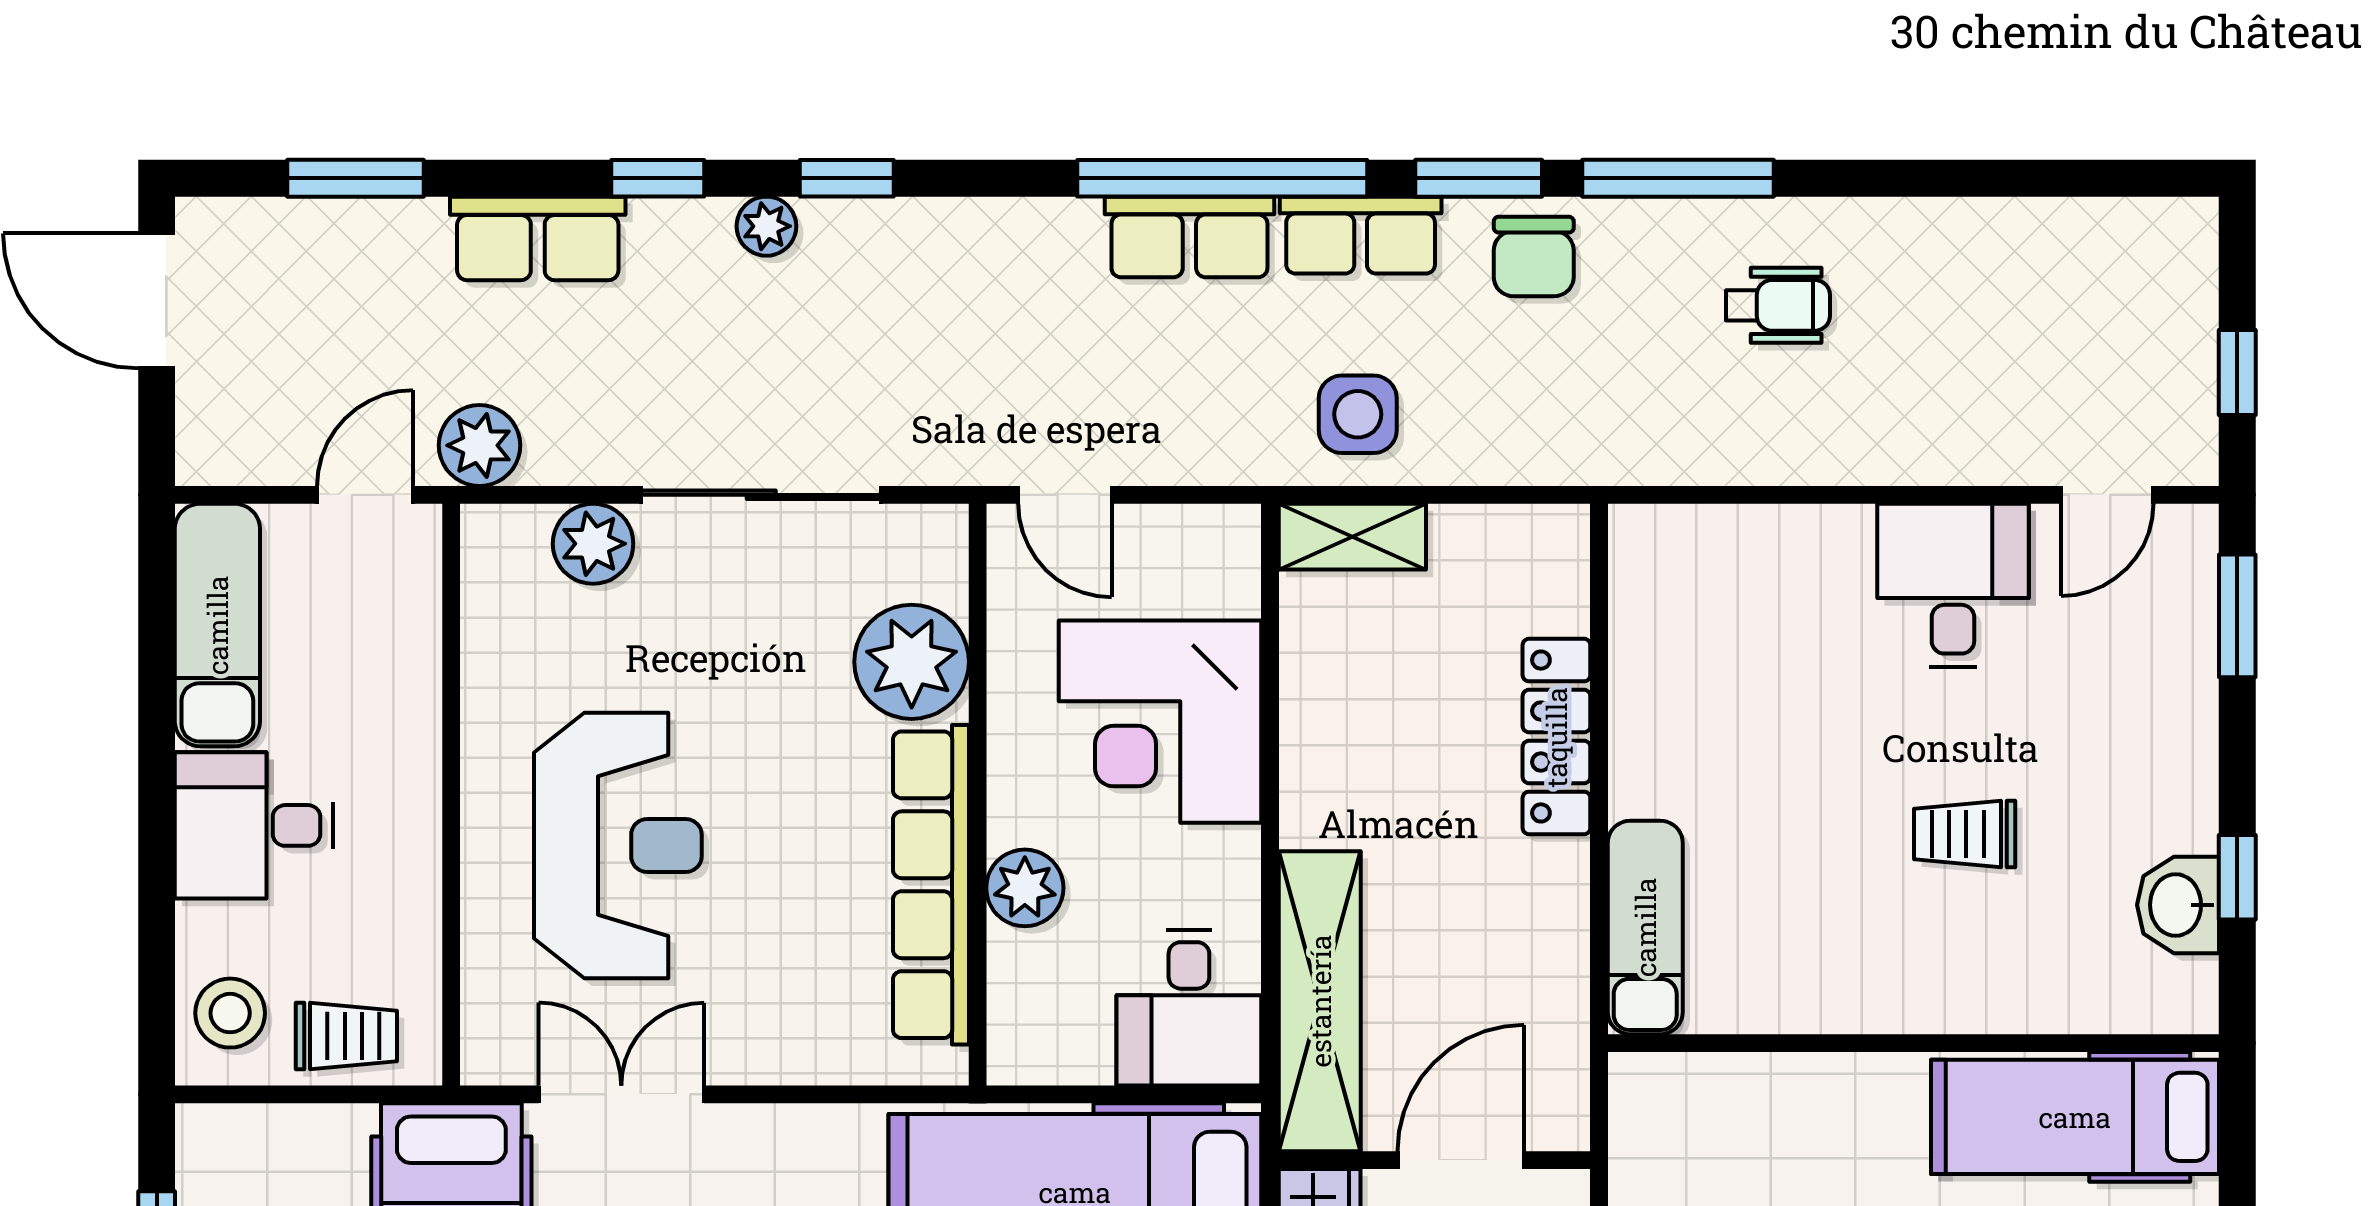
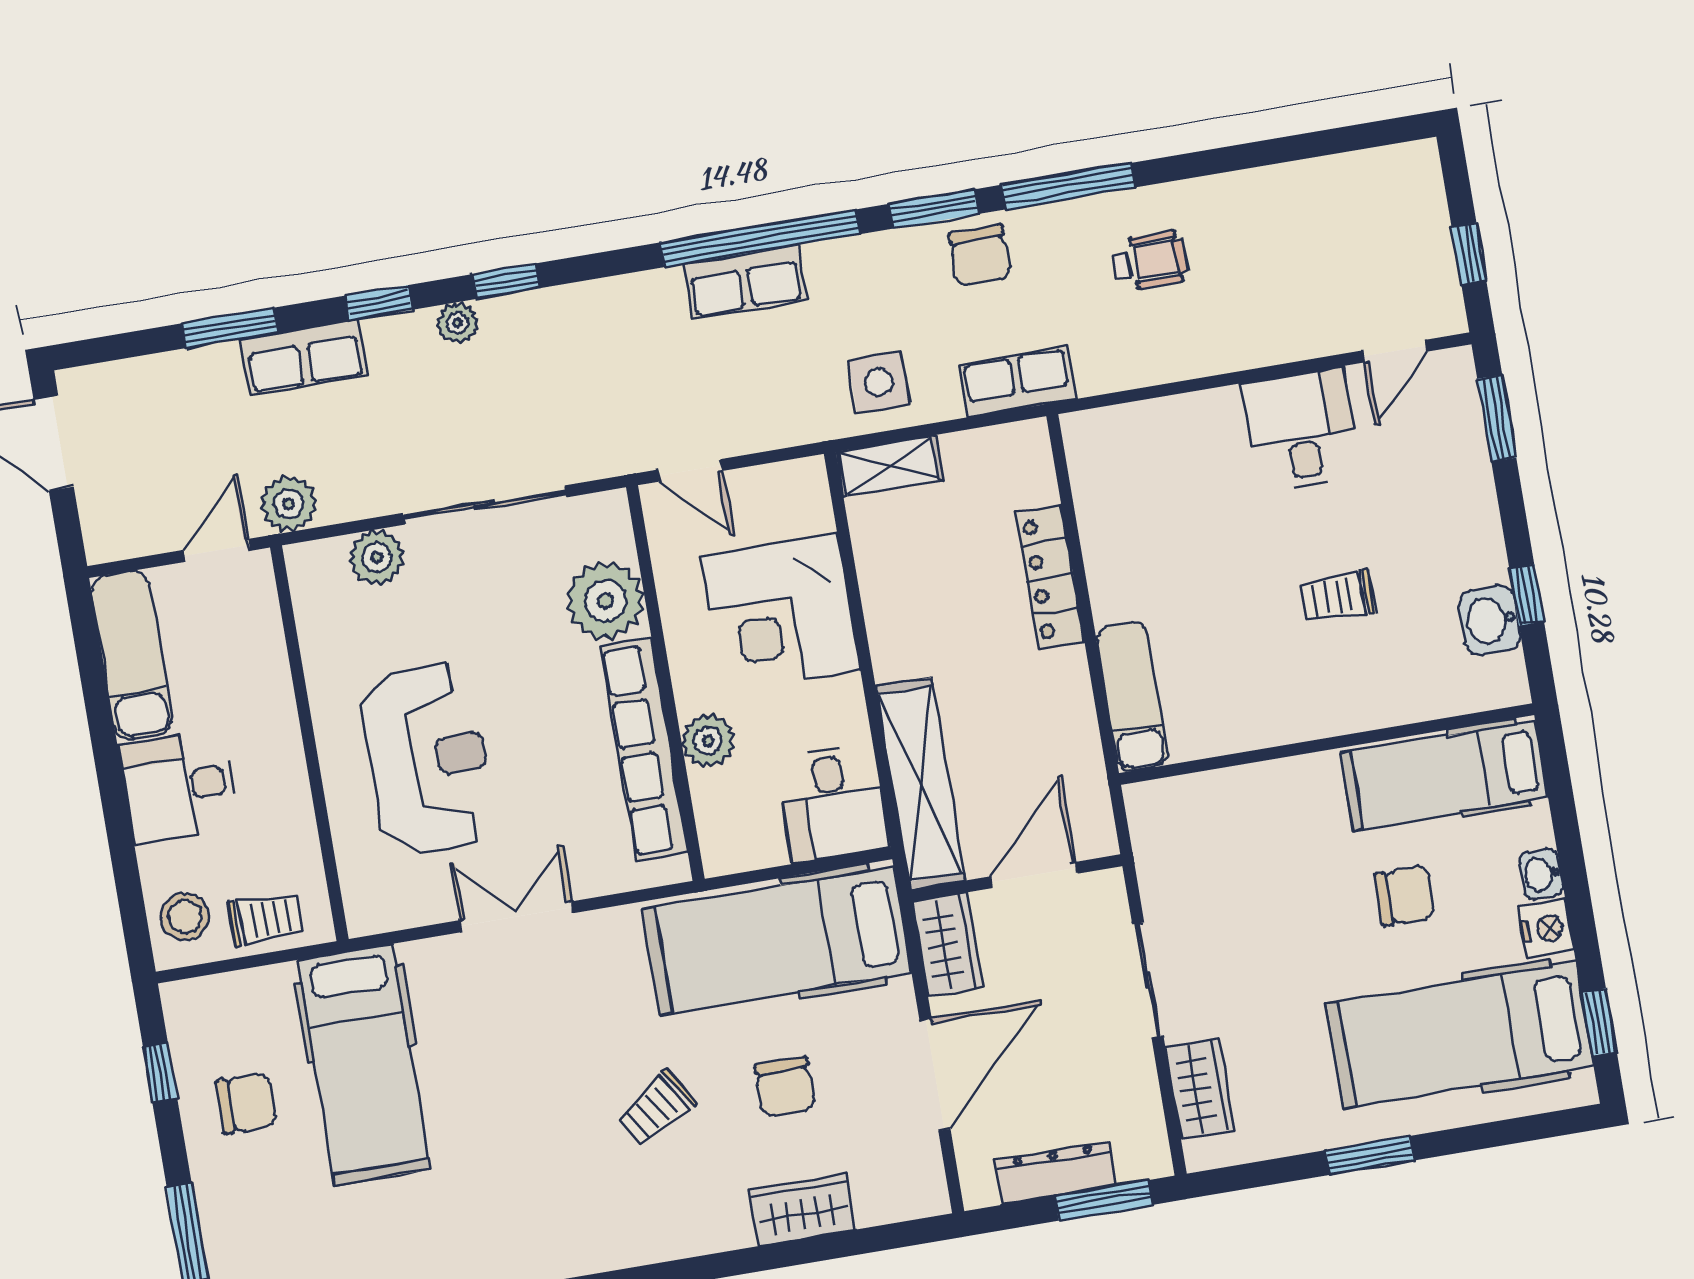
window: (355, 178) -> (230, 328), moved
row of seats: (1361, 235) -> (1017, 382), moved, turned 180
double door: (621, 1094) -> (517, 917), moved

